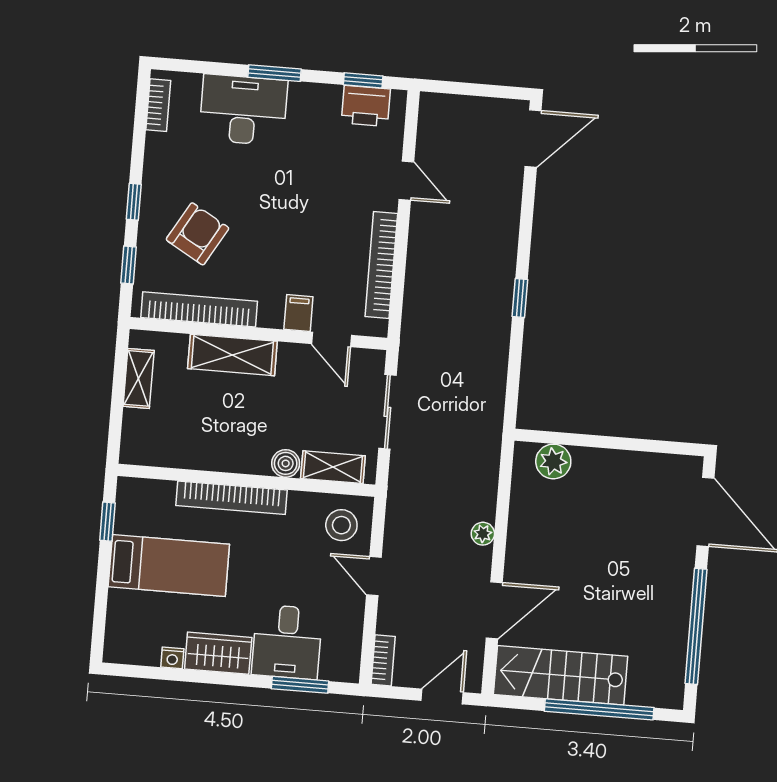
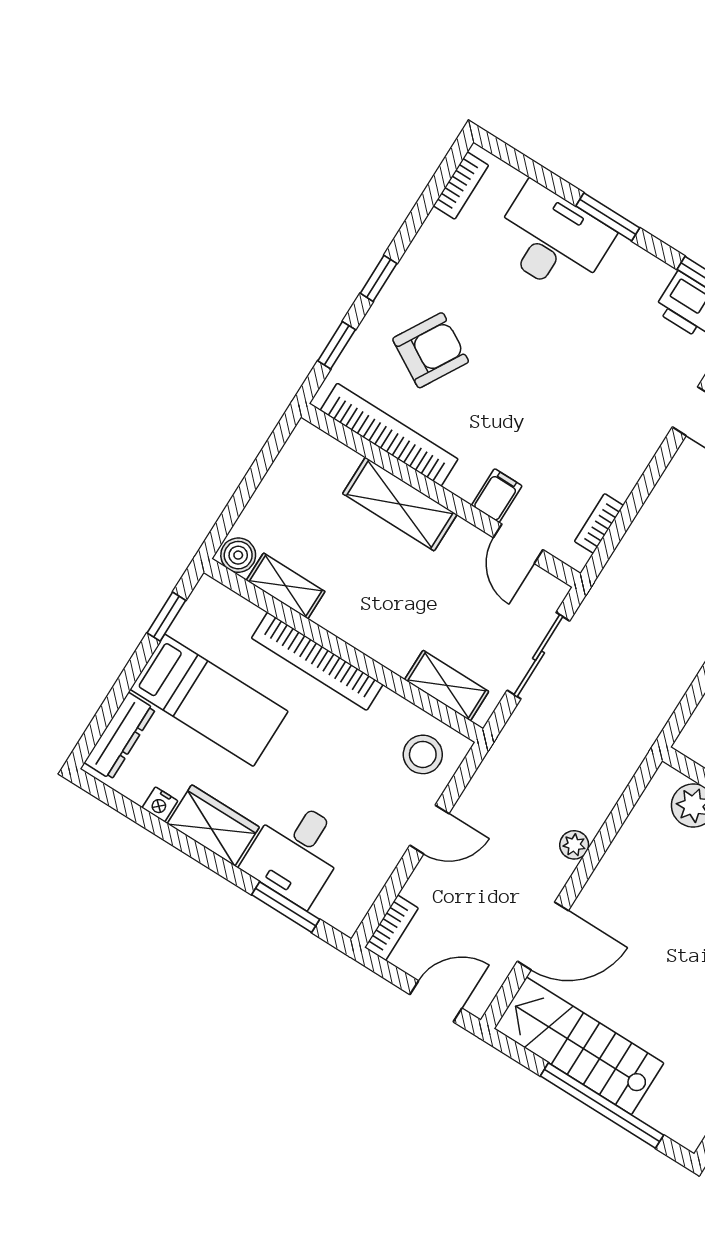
bookcase: (381, 265) -> (599, 523), width x0.43, depth x0.76
shelving: (139, 378) -> (286, 586), moved, turned 90
boiler: (286, 463) -> (238, 555), moved
door: (374, 576) -> (429, 829), swing flipped
dresser: (118, 624) -> (120, 736), added

